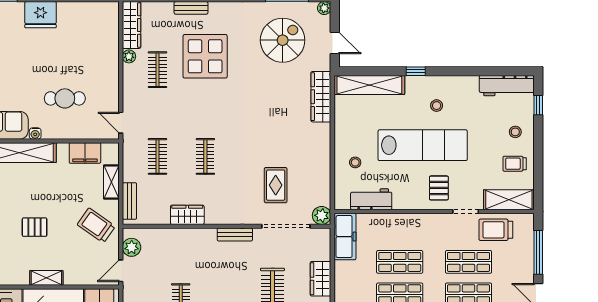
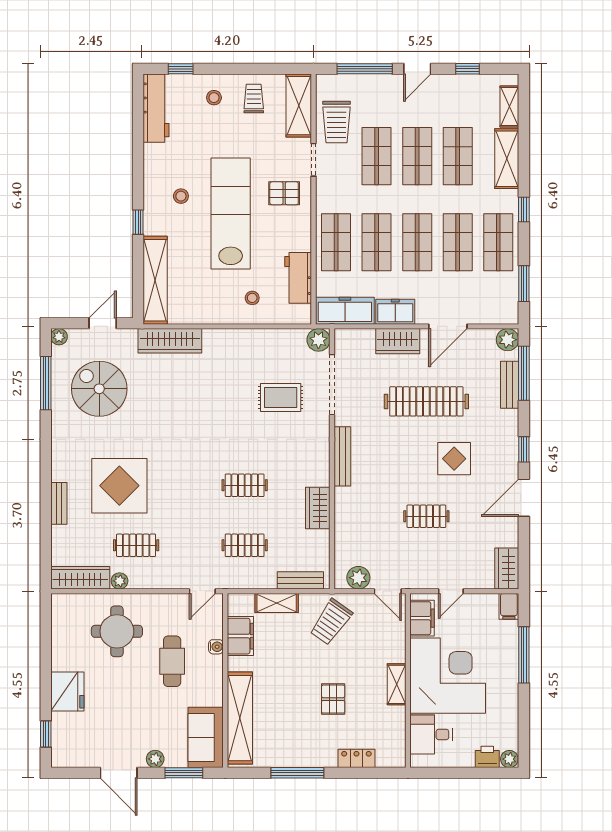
round table: (89, 54) -> (117, 631), added
water cooler: (35, 134) -> (216, 647), moved
trolley: (515, 164) -> (254, 99), turned 180
shop shelf: (400, 229) -> (336, 242), added
bench: (235, 235) -> (342, 456), width x1.36
freezer: (344, 277) -> (395, 312), added

